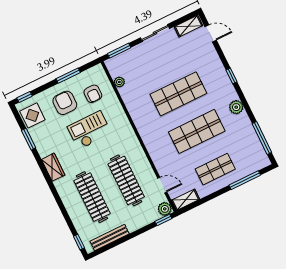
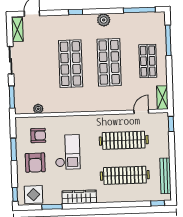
armchair: (65, 103) -> (35, 163), turned -90
checkout: (89, 130) -> (68, 152), turned 180
wardrobe: (53, 167) -> (79, 197), width x1.50
plant: (165, 209) -> (162, 119), removed

